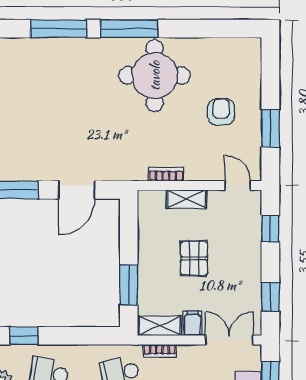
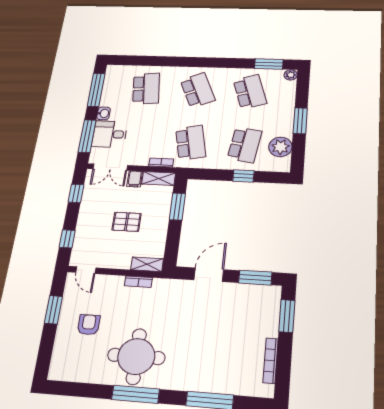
window: (129, 29) -> (136, 394), moved
armchair: (221, 112) -> (89, 325), turned 180
shelving: (187, 199) -> (147, 264), moved
pallet: (194, 258) -> (127, 222), turned 90
window: (24, 336) -> (243, 176), moved

